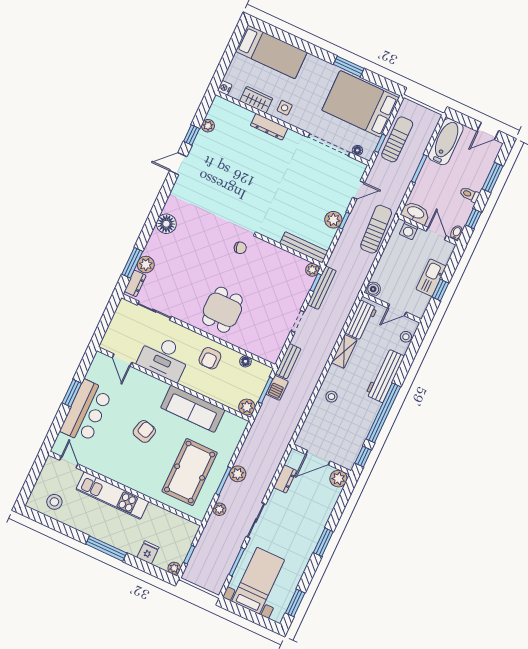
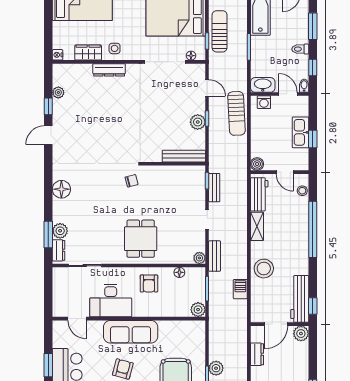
door: (359, 190) -> (207, 88), hinge flipped
sun lounger: (376, 229) -> (236, 113), turned 180
plant: (312, 270) -> (199, 258), moved
bench: (322, 288) -> (214, 188), width x0.73
door: (397, 310) -> (285, 172), hinge flipped
workbench: (385, 376) -> (300, 299), moved
barbecue: (277, 388) -> (240, 289), moved, turned 180
stool: (332, 397) -> (264, 269), width x1.89, depth x1.89
sofa: (193, 409) -> (131, 332), moved
window: (383, 413) -> (313, 229), moved

